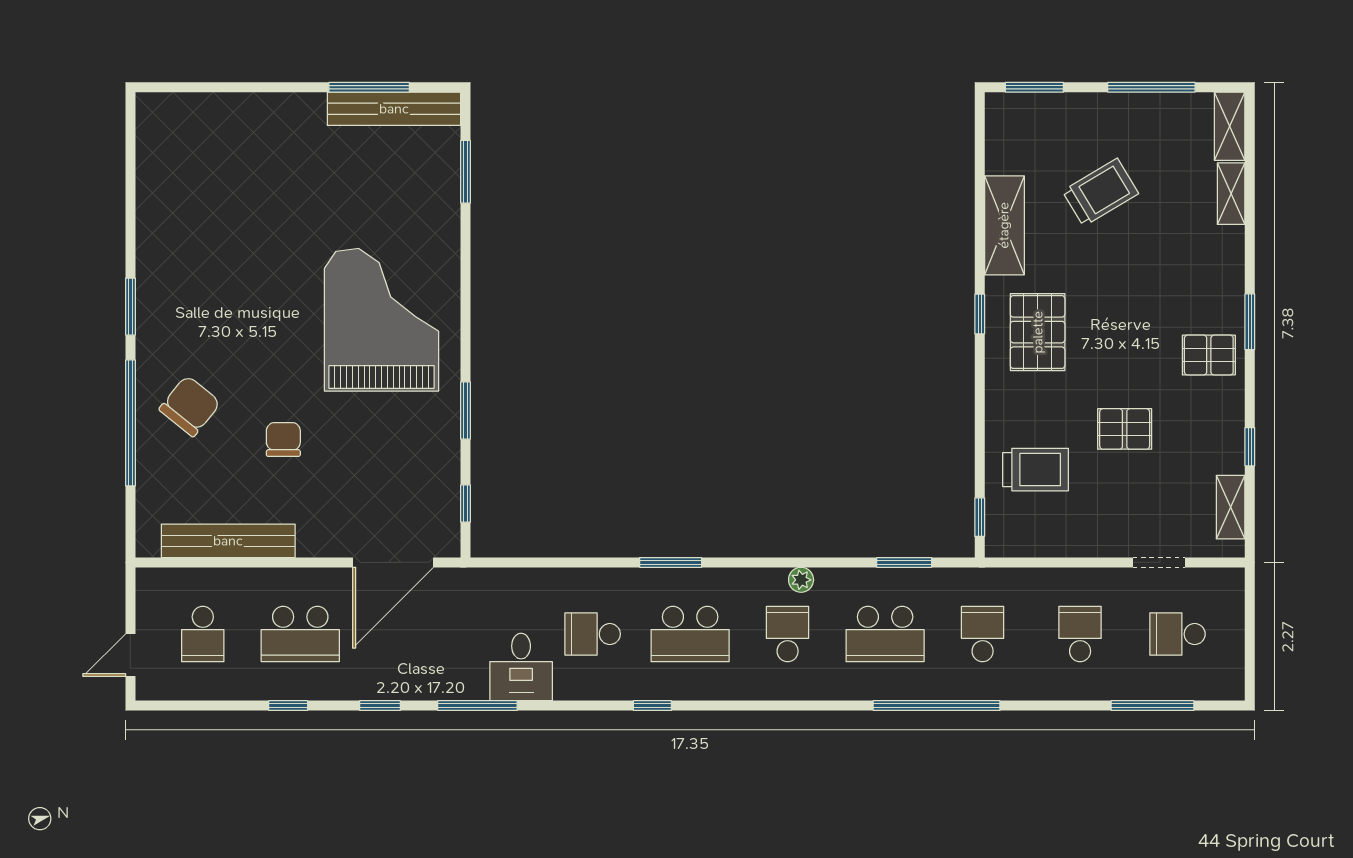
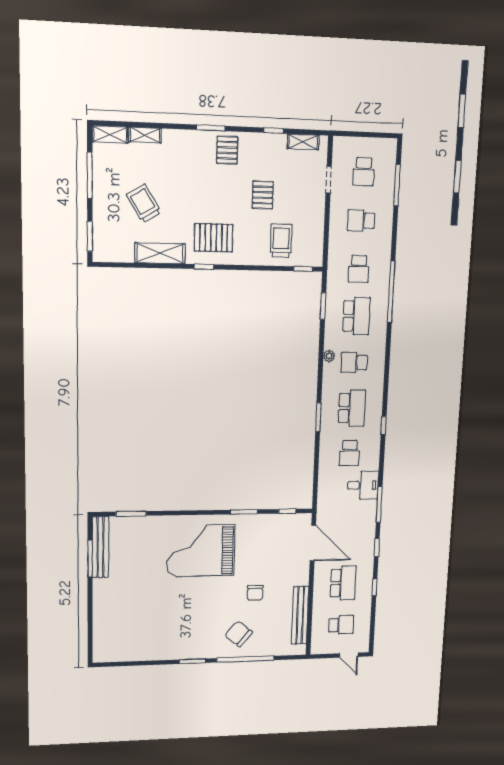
chair: (283, 440) -> (255, 593), turned -90
school desk: (983, 634) -> (359, 269), turned -90

